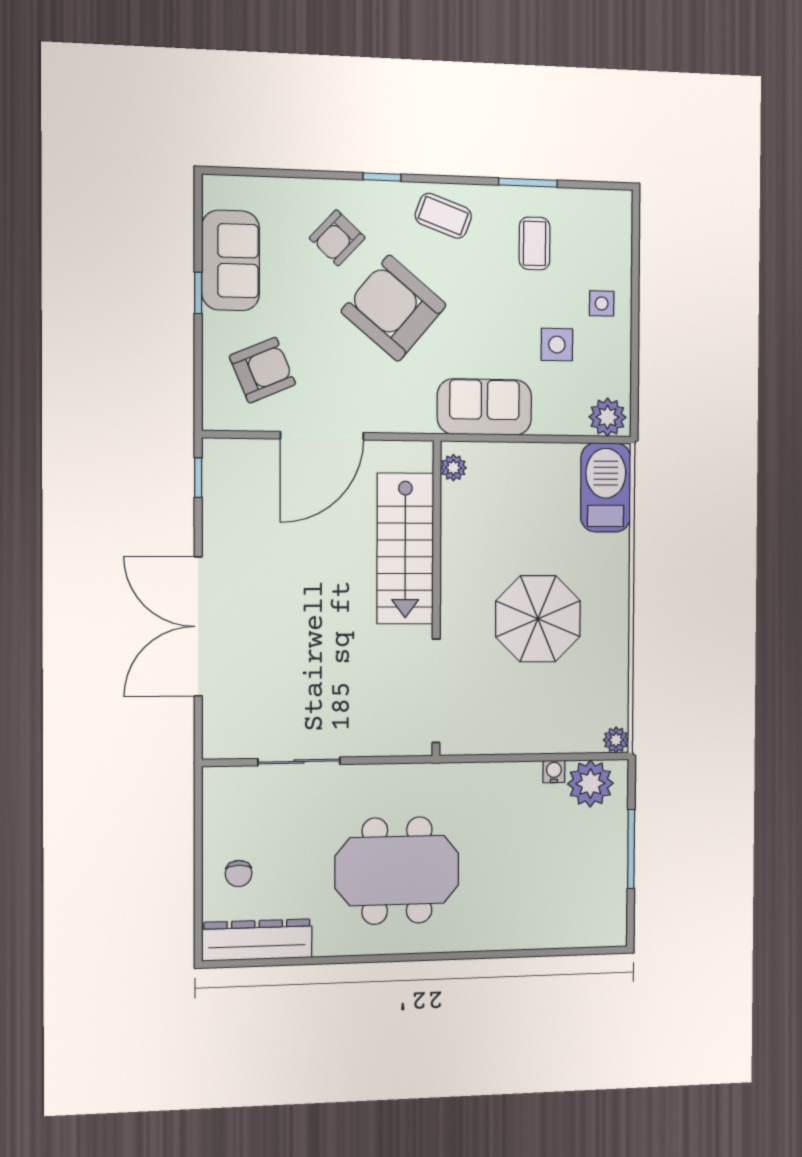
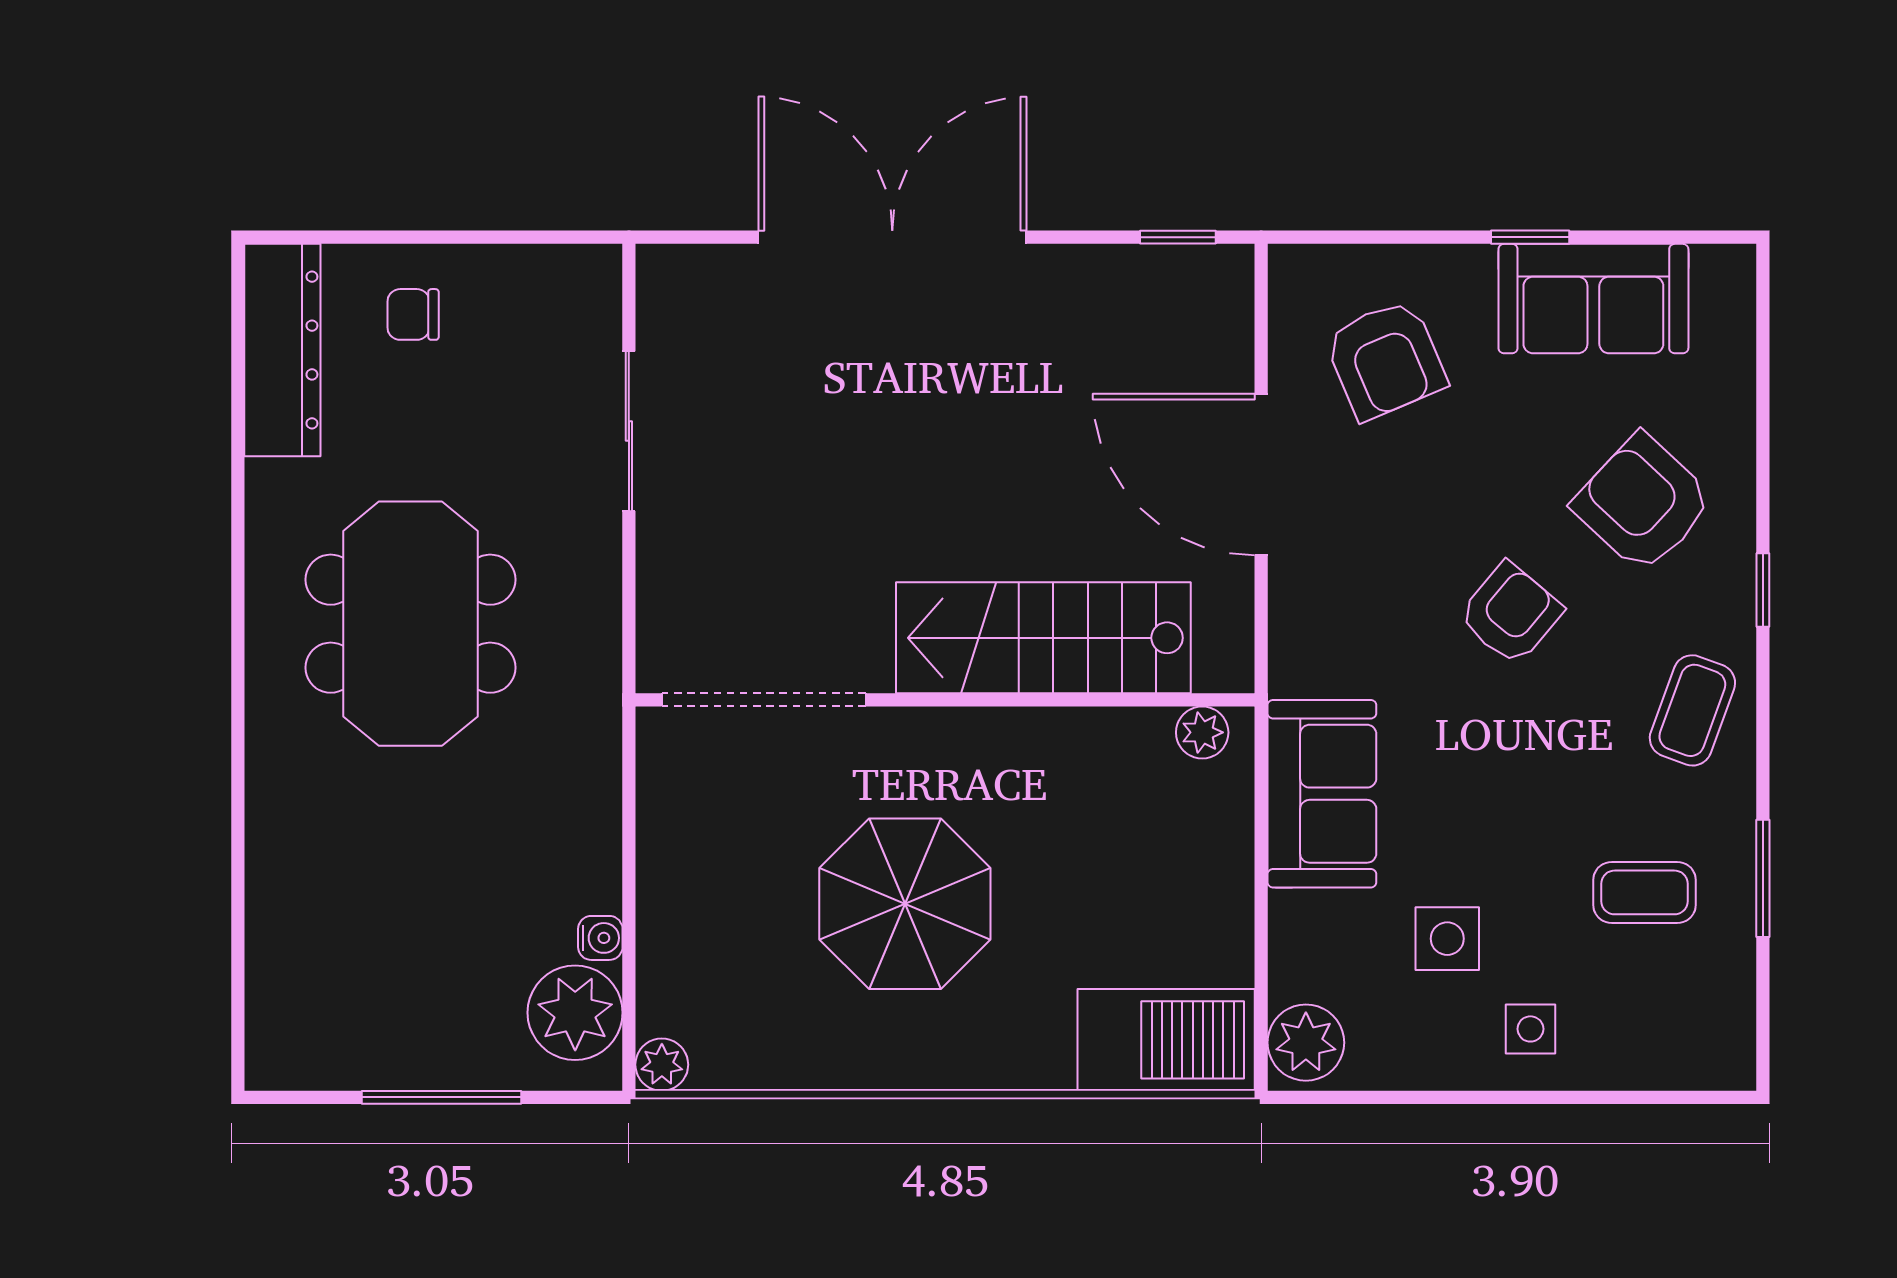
armchair: (337, 238) -> (1643, 503), width x1.38, depth x1.38
armchair: (394, 308) -> (1511, 613), width x0.53, depth x0.53

